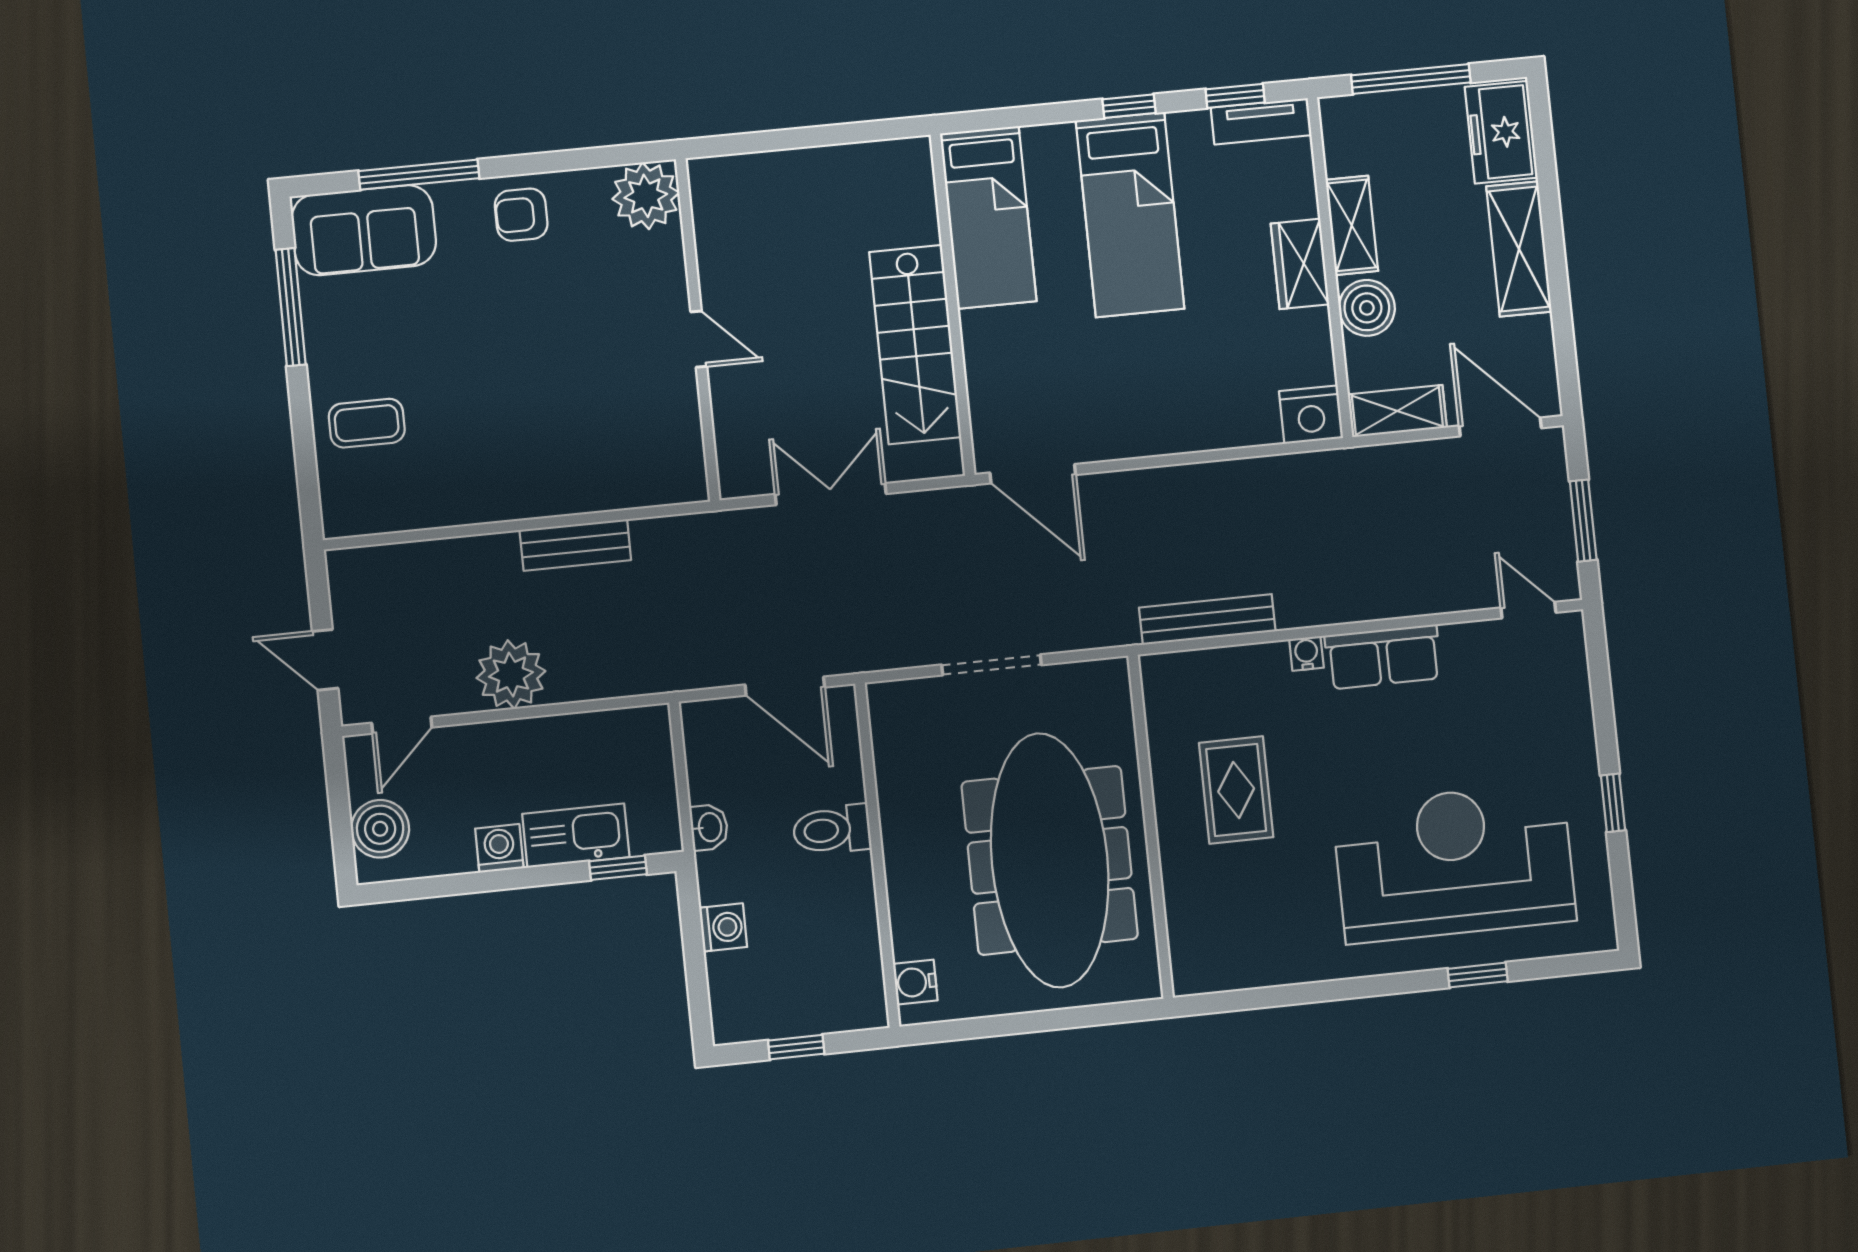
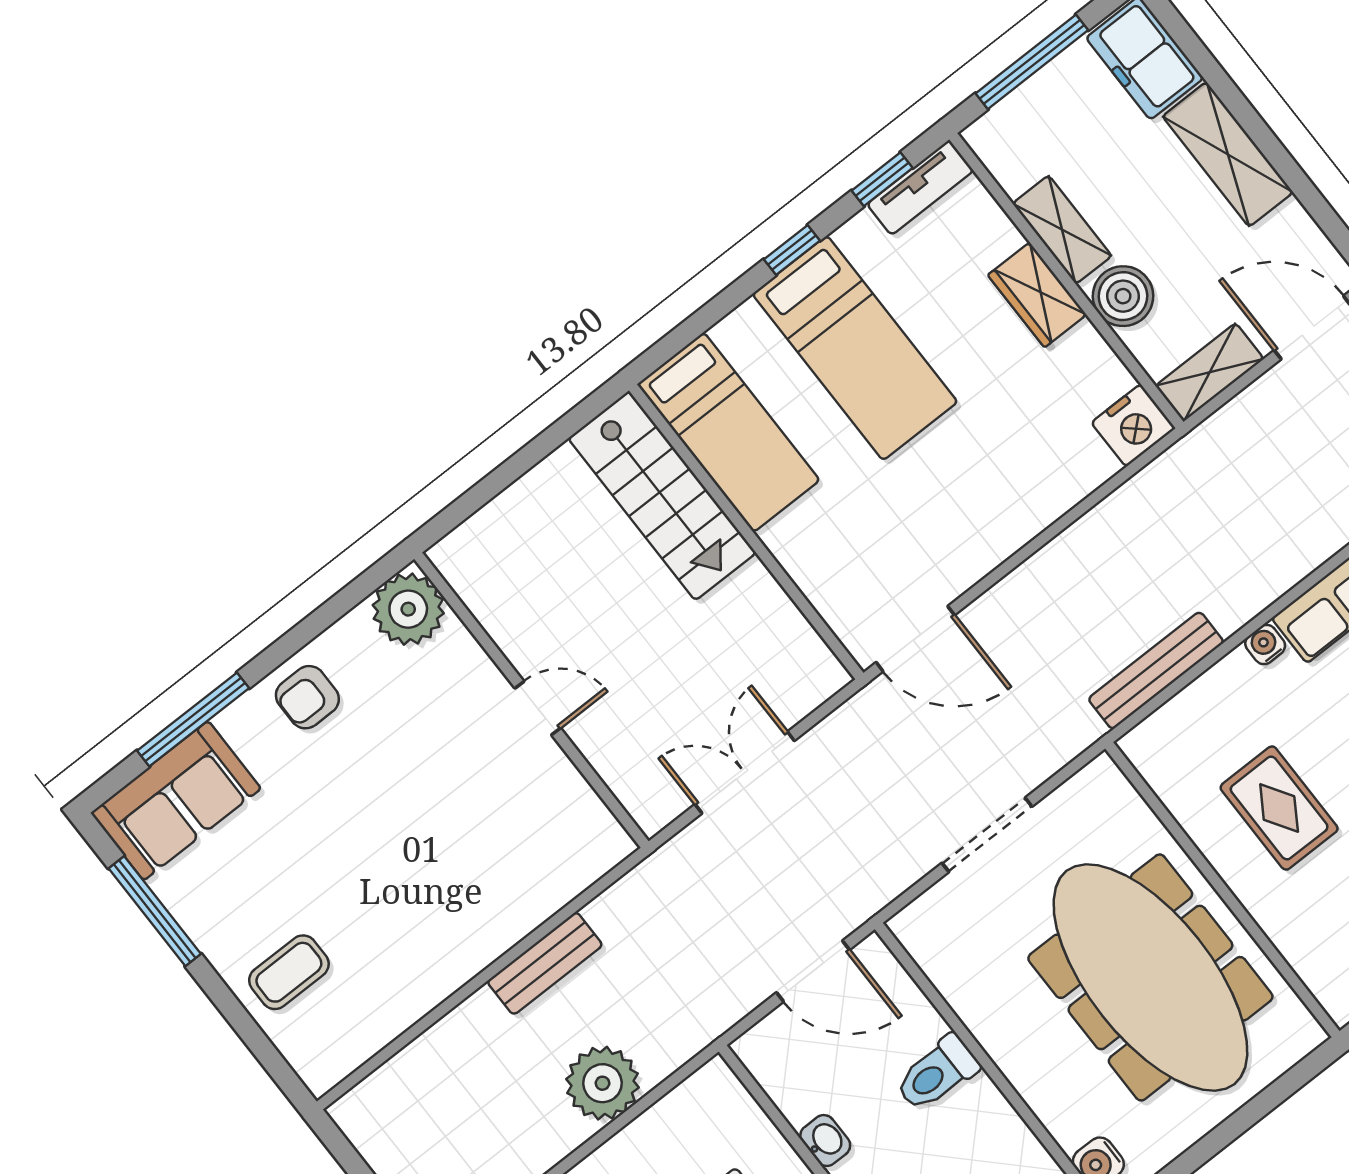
stairs: (915, 345) -> (662, 496), moved
plant: (511, 674) -> (602, 1083), moved

